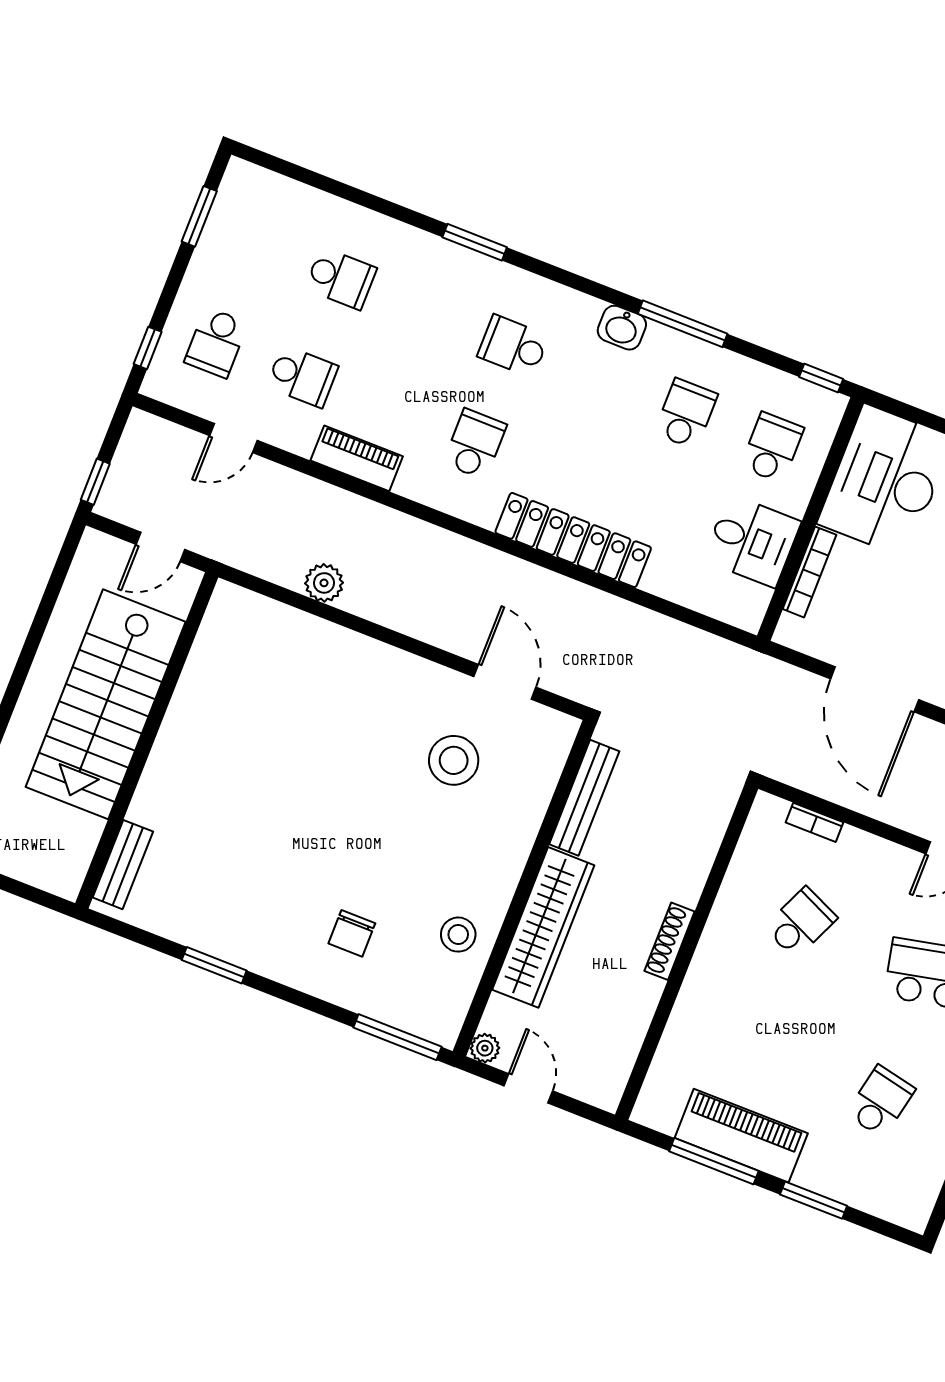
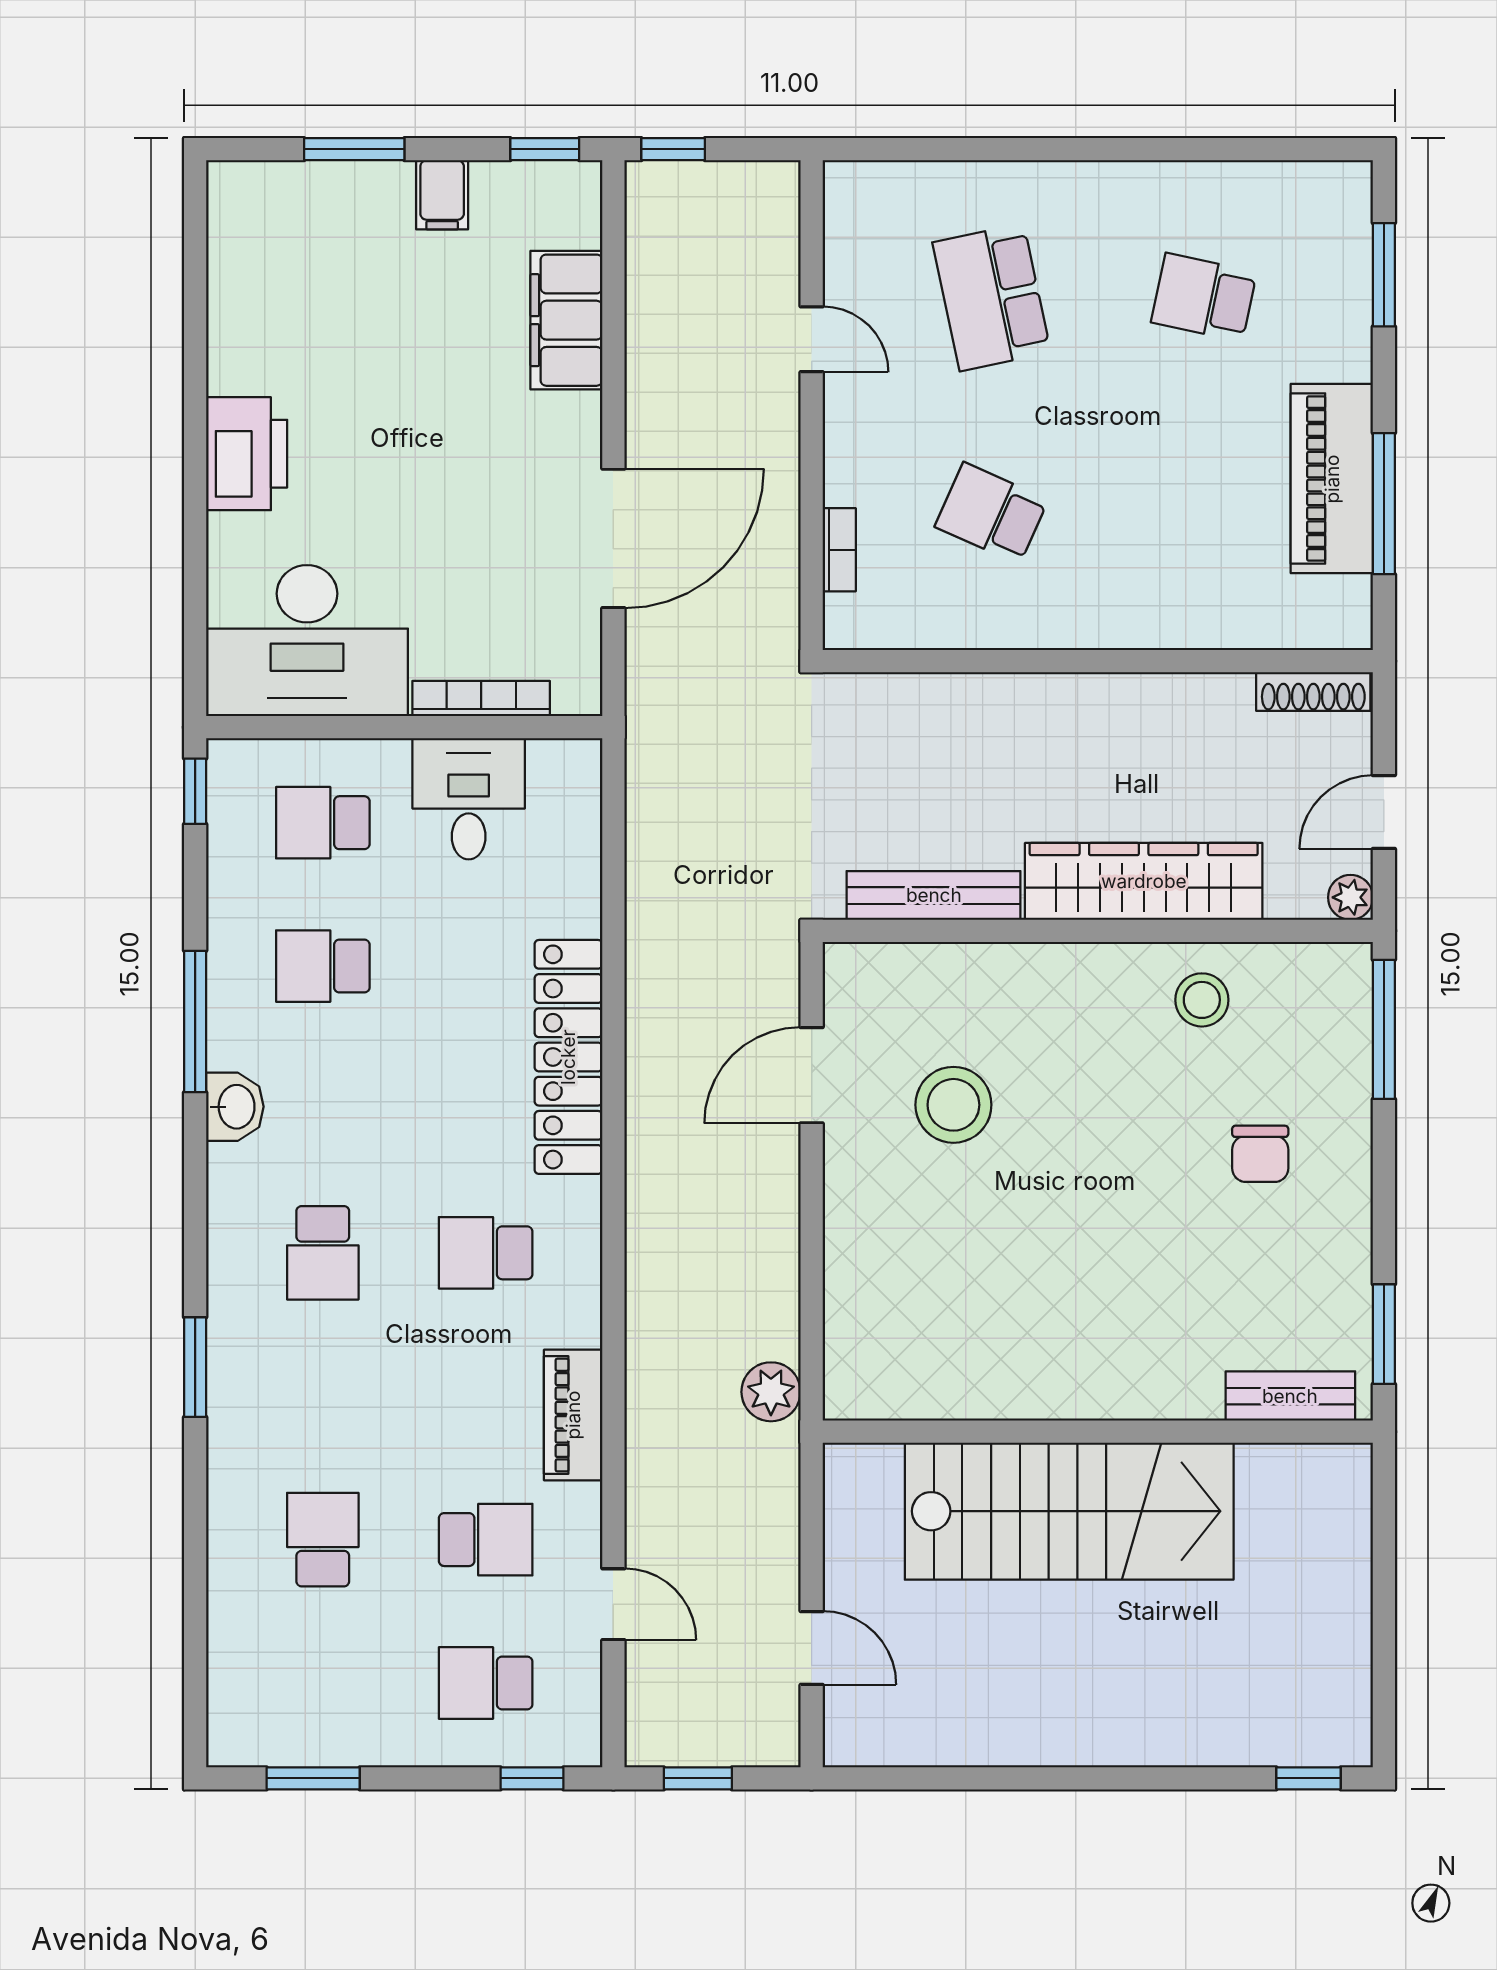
school desk: (216, 343) -> (486, 1683), turned 180
school desk: (302, 376) -> (486, 1540), turned 90
window: (95, 482) -> (698, 1778), moved
stairs: (106, 704) -> (1069, 1511), moved
wall: (147, 740) -> (1098, 1432), moved
bench: (123, 865) -> (1290, 1396), moved
chair: (352, 933) -> (1260, 1154), turned 90
shoe rack: (670, 941) -> (1313, 692), moved
window: (814, 1200) -> (1384, 275), moved

